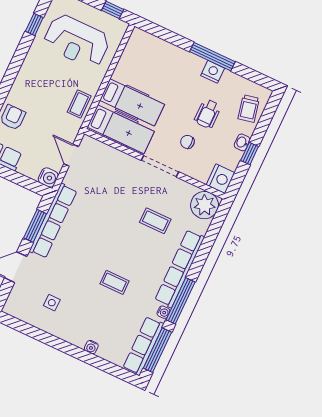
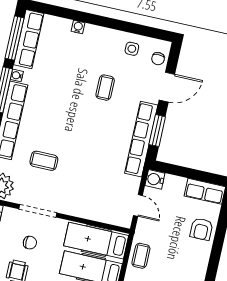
doorway: (160, 166) -> (38, 211), moved
coffee table: (115, 282) -> (105, 88), moved, turned 90
chair: (18, 298) -> (158, 59), added
side table: (52, 303) -> (132, 49), moved

